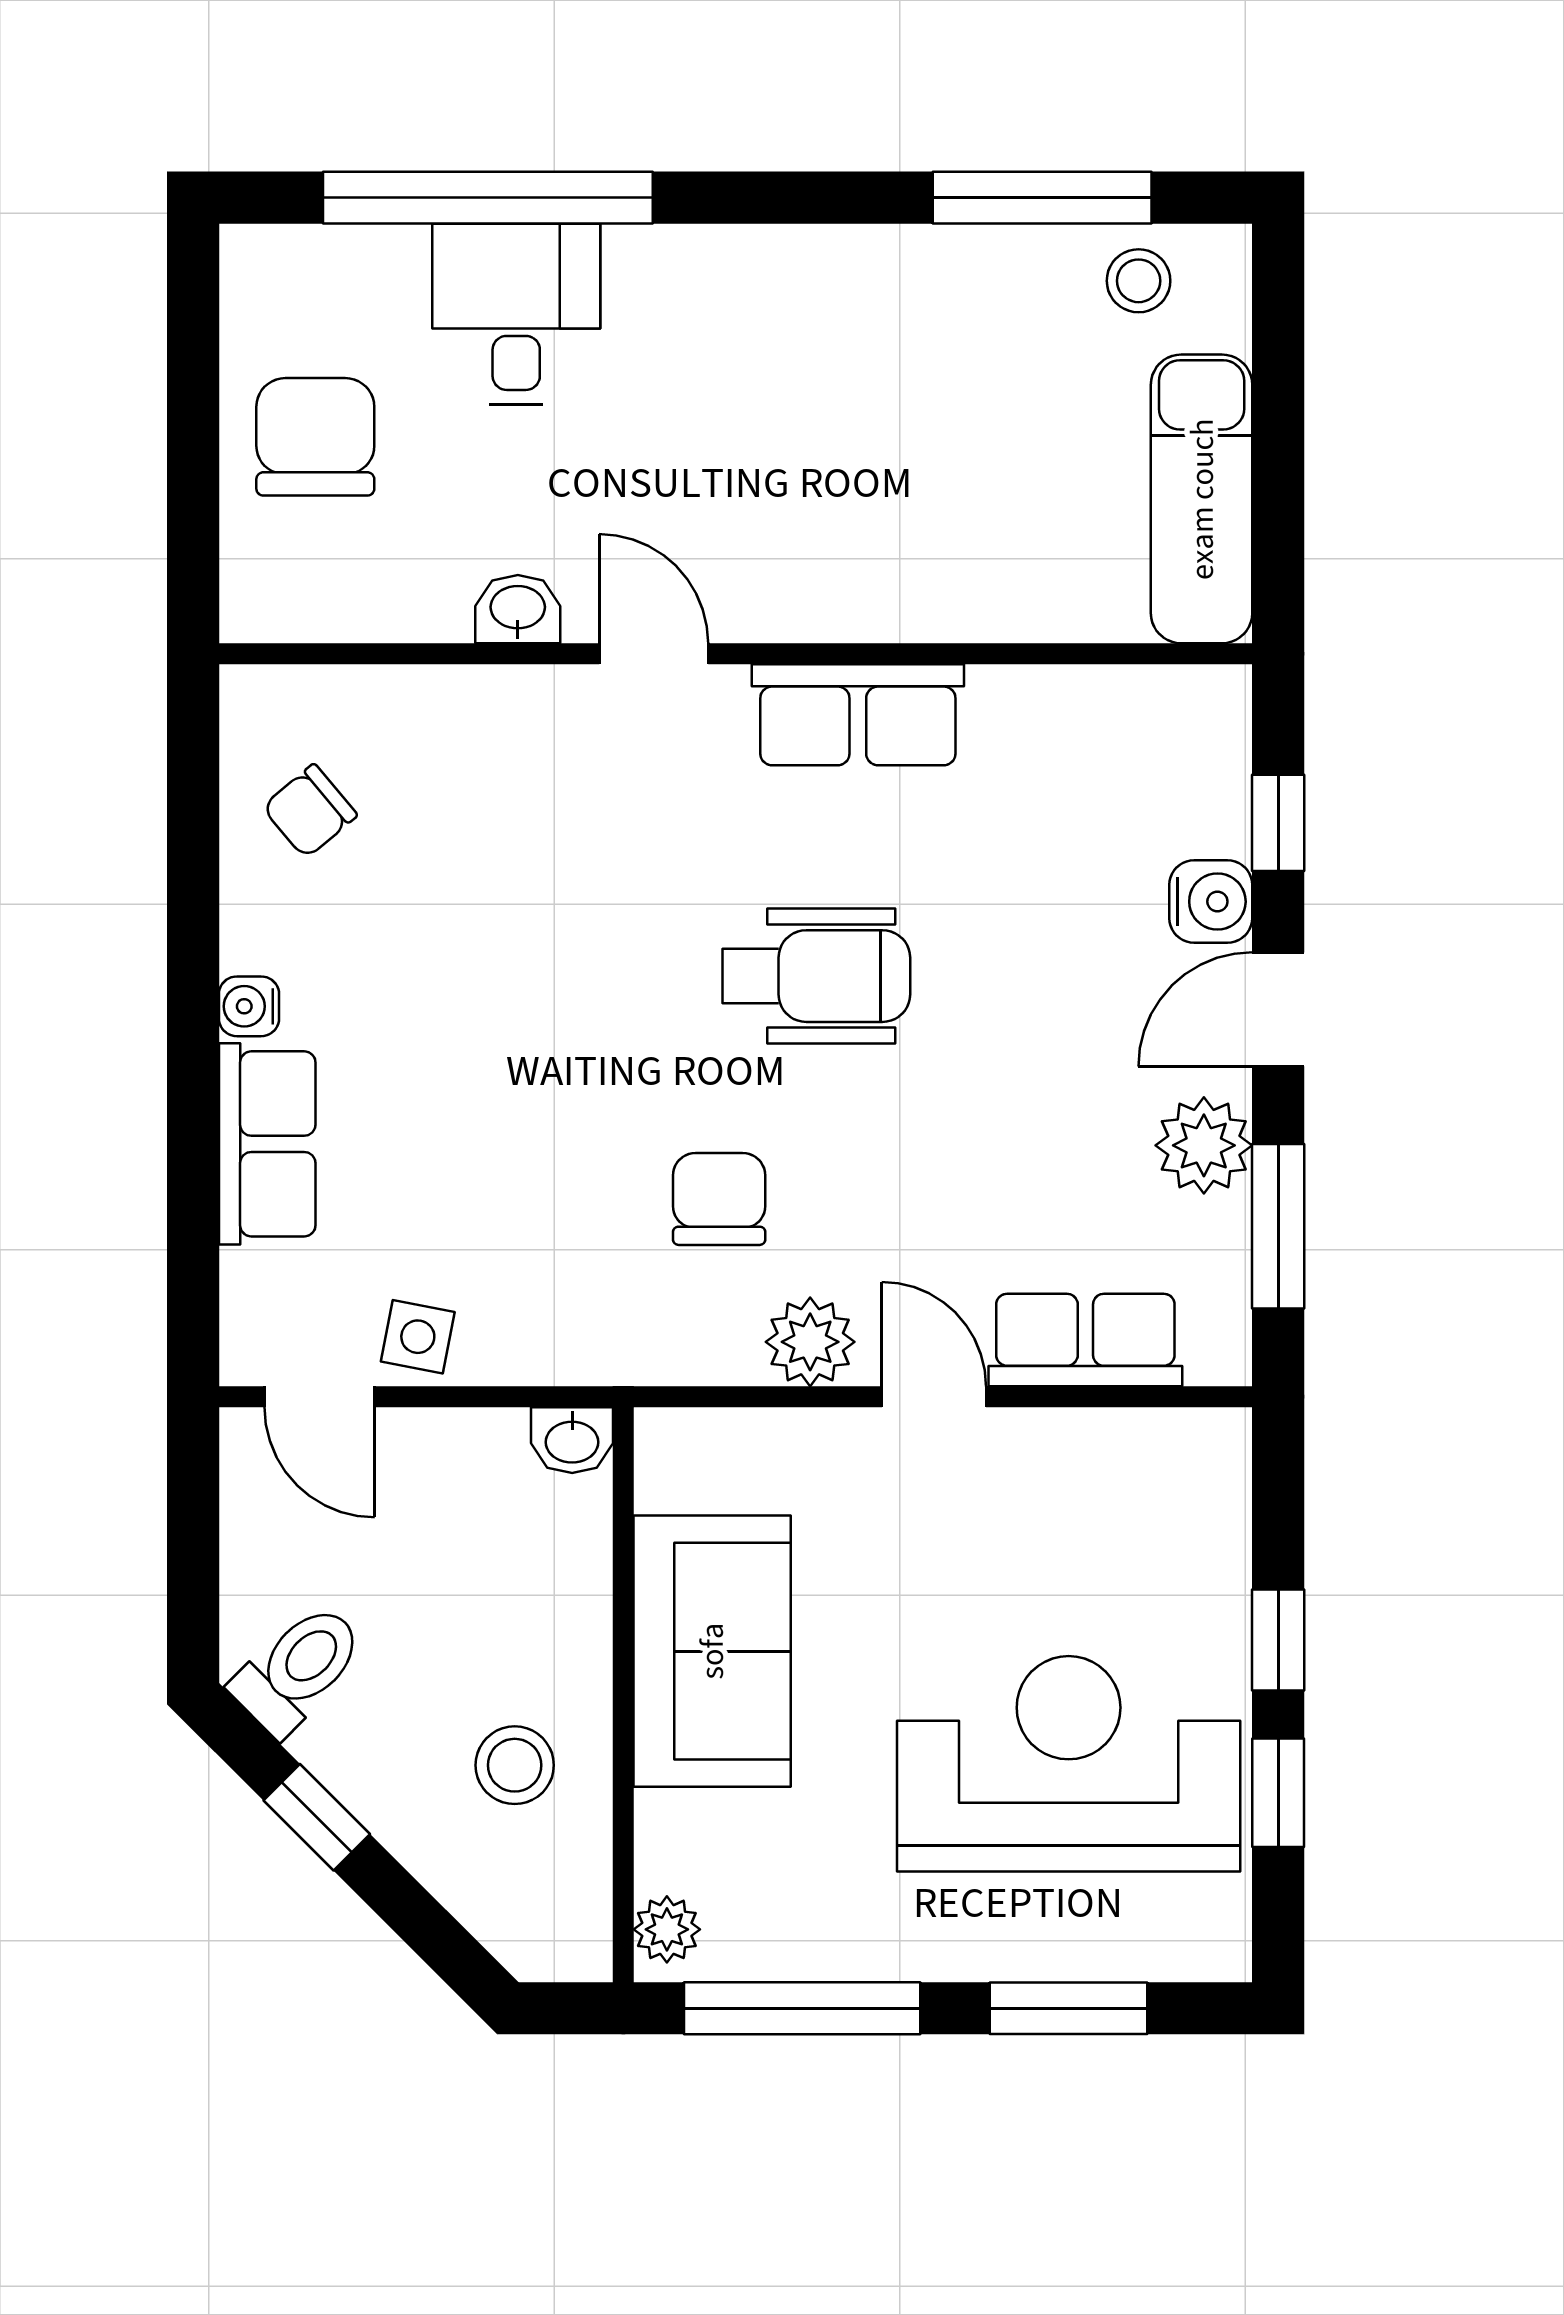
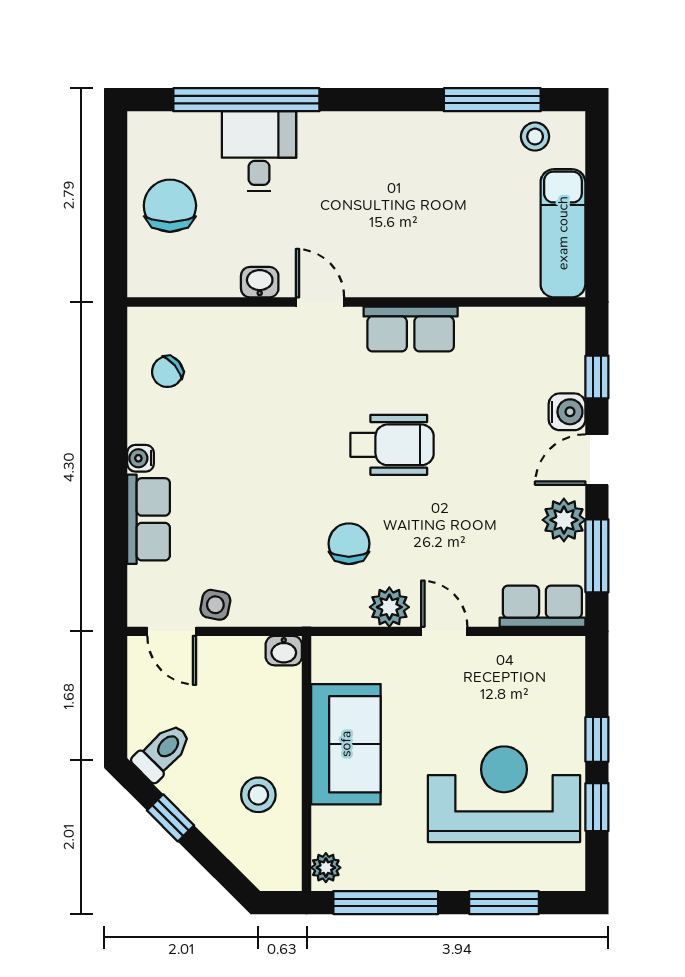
row of seats: (1085, 1340) -> (542, 606), moved

